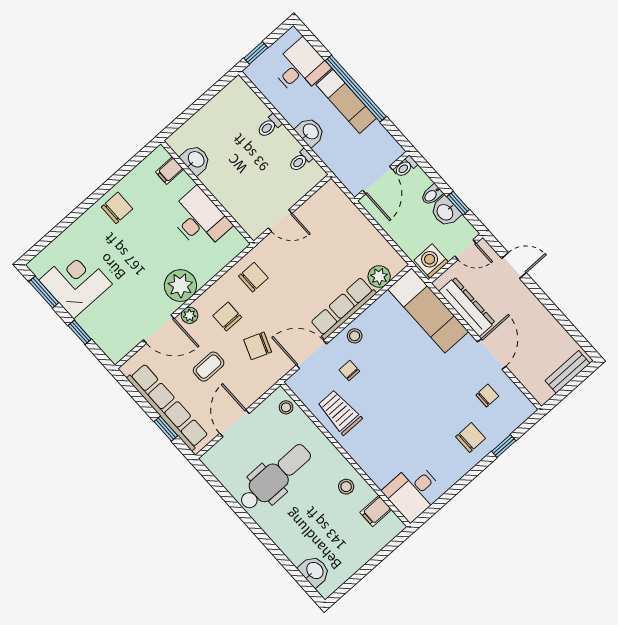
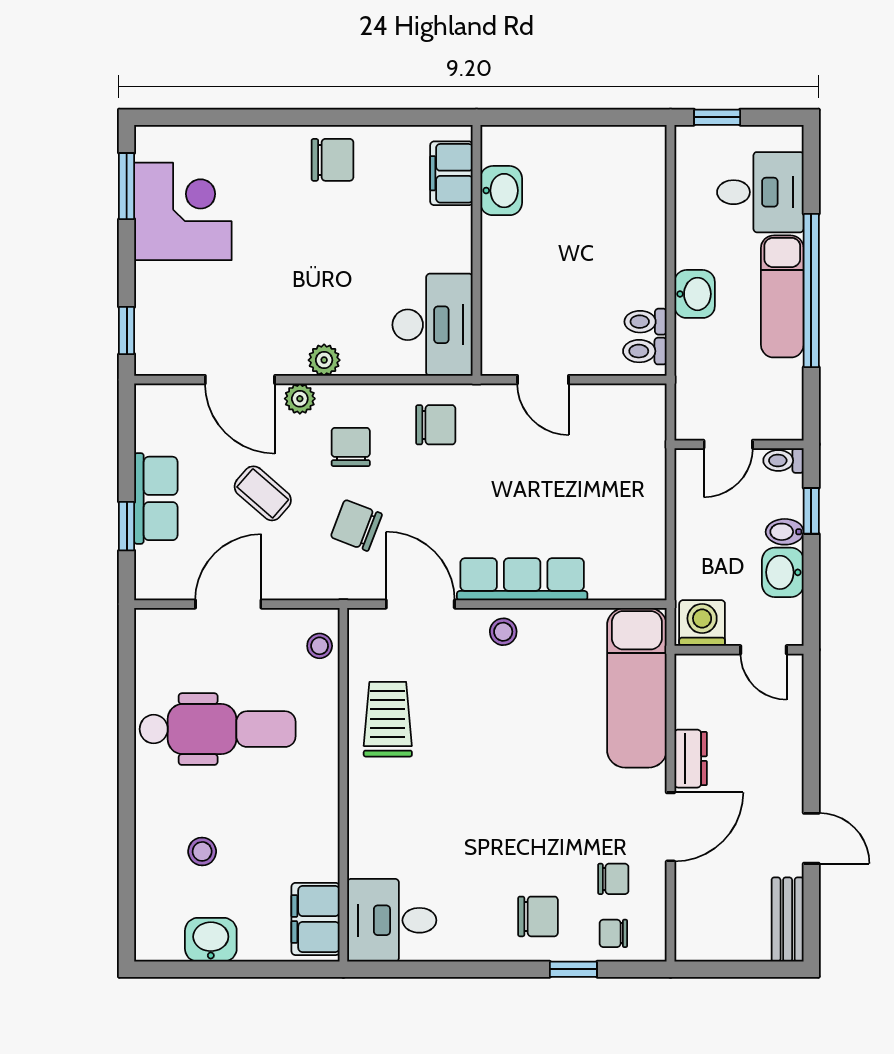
toilet: (269, 126) -> (645, 351), moved
filing cabinet: (170, 171) -> (451, 173), width x2.00
door: (378, 180) -> (728, 444), width x0.73
window: (458, 203) -> (811, 511), moved
desk: (199, 219) -> (433, 325), moved
door: (514, 266) -> (811, 838), moved
plant: (379, 277) -> (611, 580), removed
plant: (180, 286) -> (324, 360), width x0.53, depth x0.53
dresser: (467, 307) -> (691, 759), width x0.51, depth x0.80
window: (80, 332) -> (127, 331), moved
coffee table: (209, 367) -> (263, 493), turned 41
chair: (349, 371) -> (613, 933), moved, turned -90
bench: (567, 372) -> (788, 920), moved, turned 90
row of seats: (168, 407) -> (156, 498), width x0.50
stool: (346, 487) -> (202, 851), moved
filing cabinet: (376, 511) -> (316, 919), width x2.00
washbasin: (314, 571) -> (211, 940), moved, turned -90

